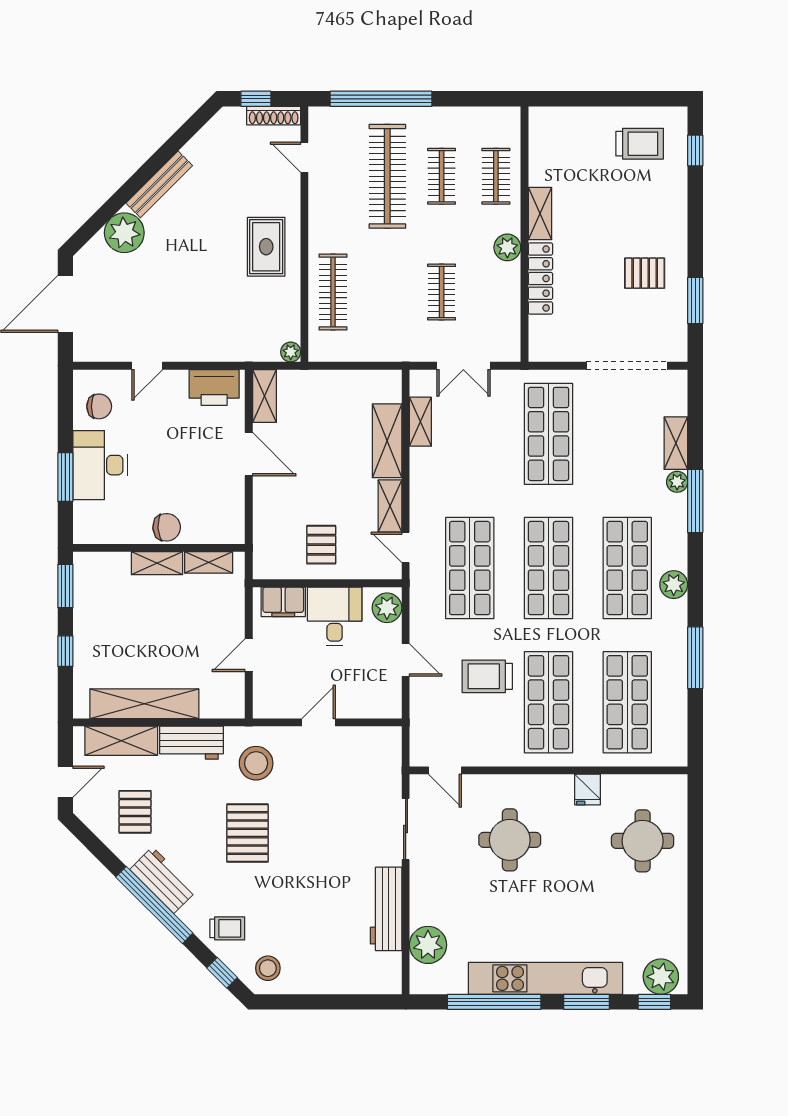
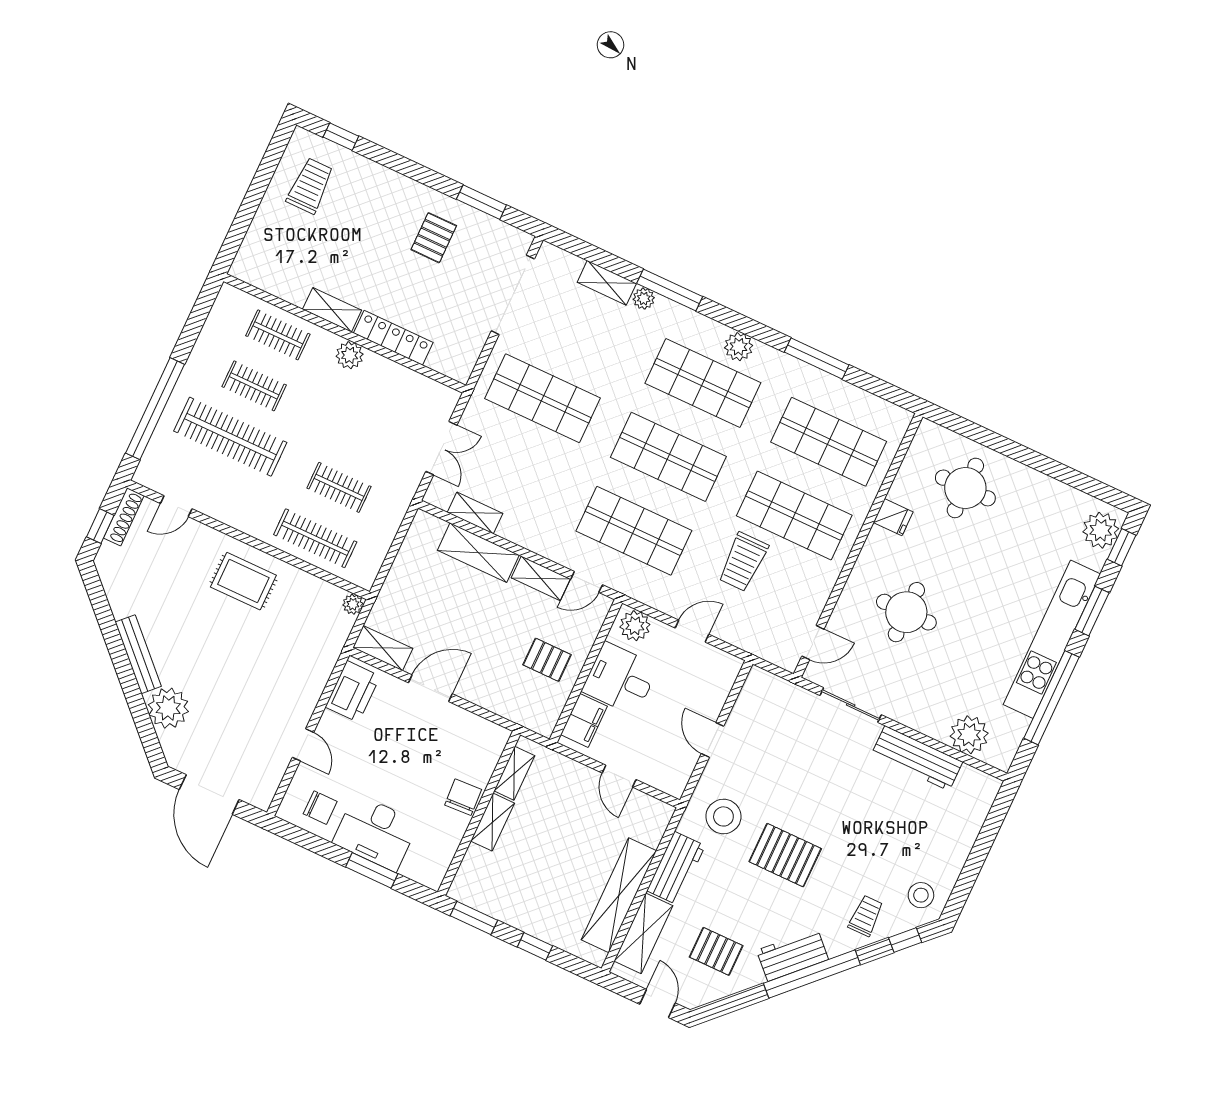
clothes rail: (442, 292) -> (339, 487), moved
chair: (99, 406) -> (320, 808), turned 90

